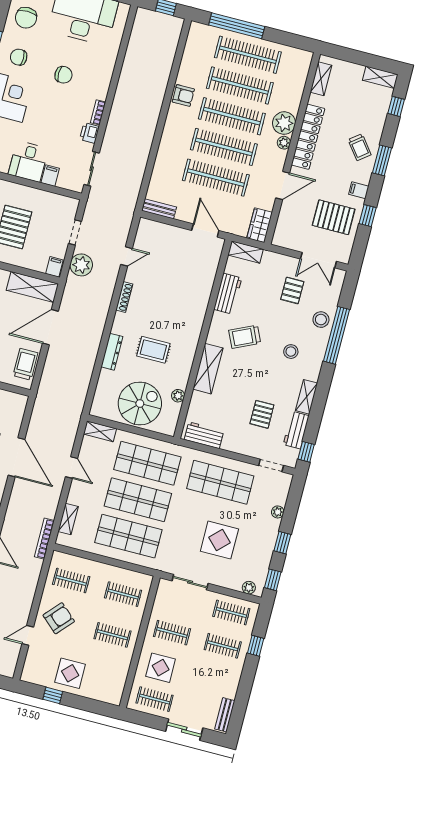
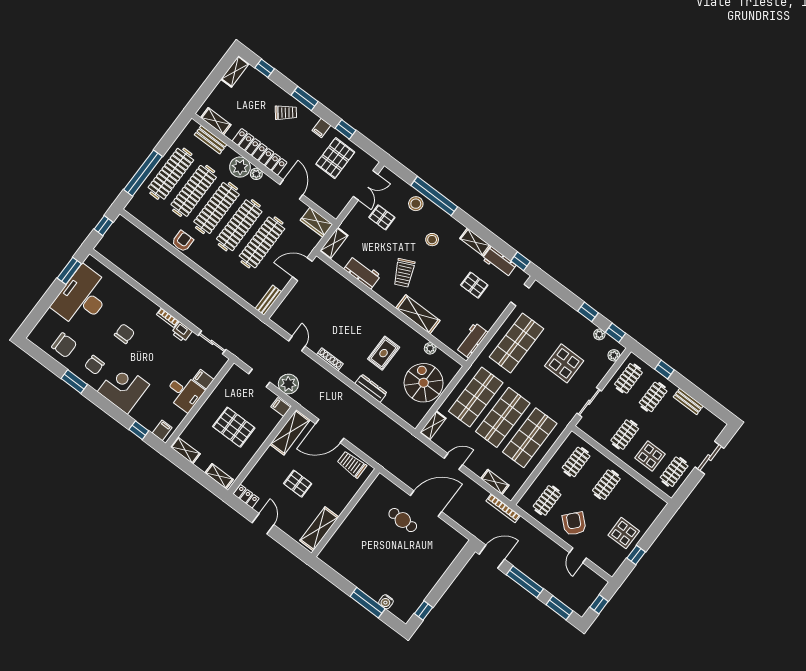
bench: (300, 81) -> (211, 140), added
door: (50, 327) -> (330, 431), hinge flipped
plant: (278, 512) -> (599, 334), moved
bench: (225, 715) -> (688, 401), moved

